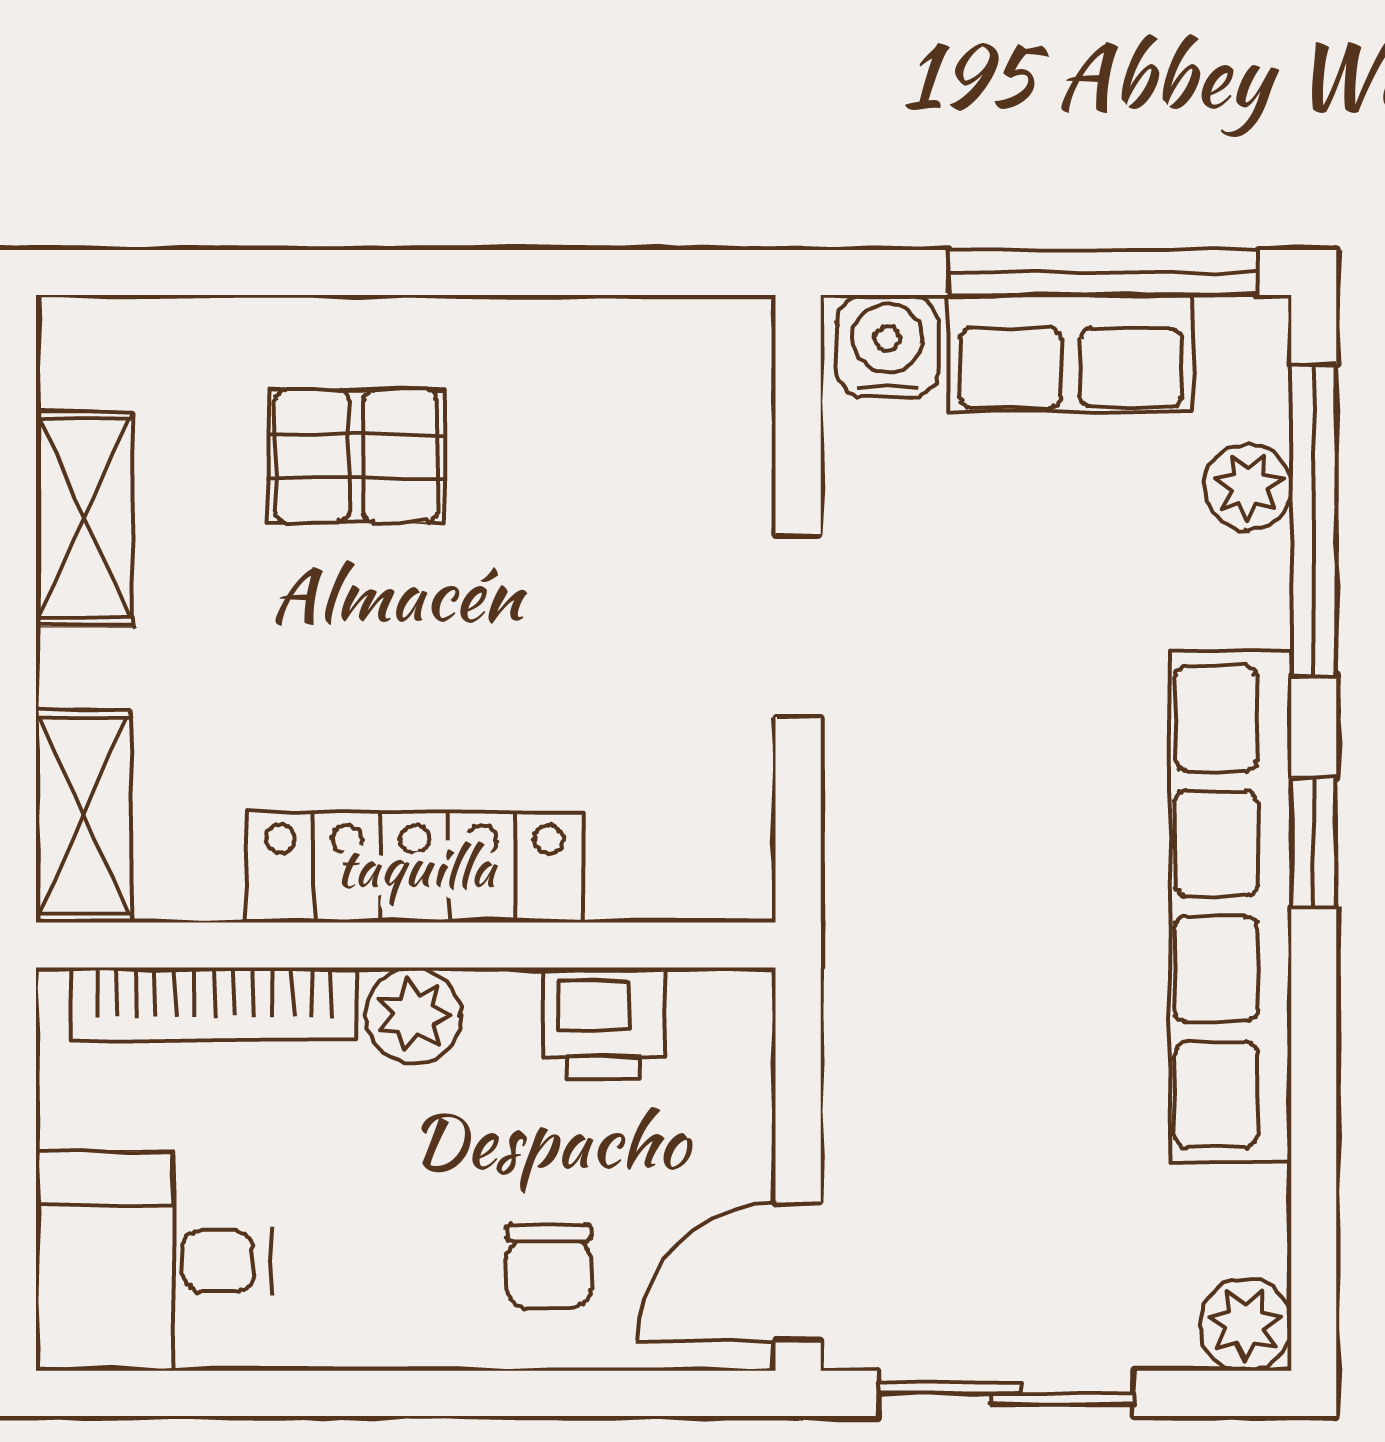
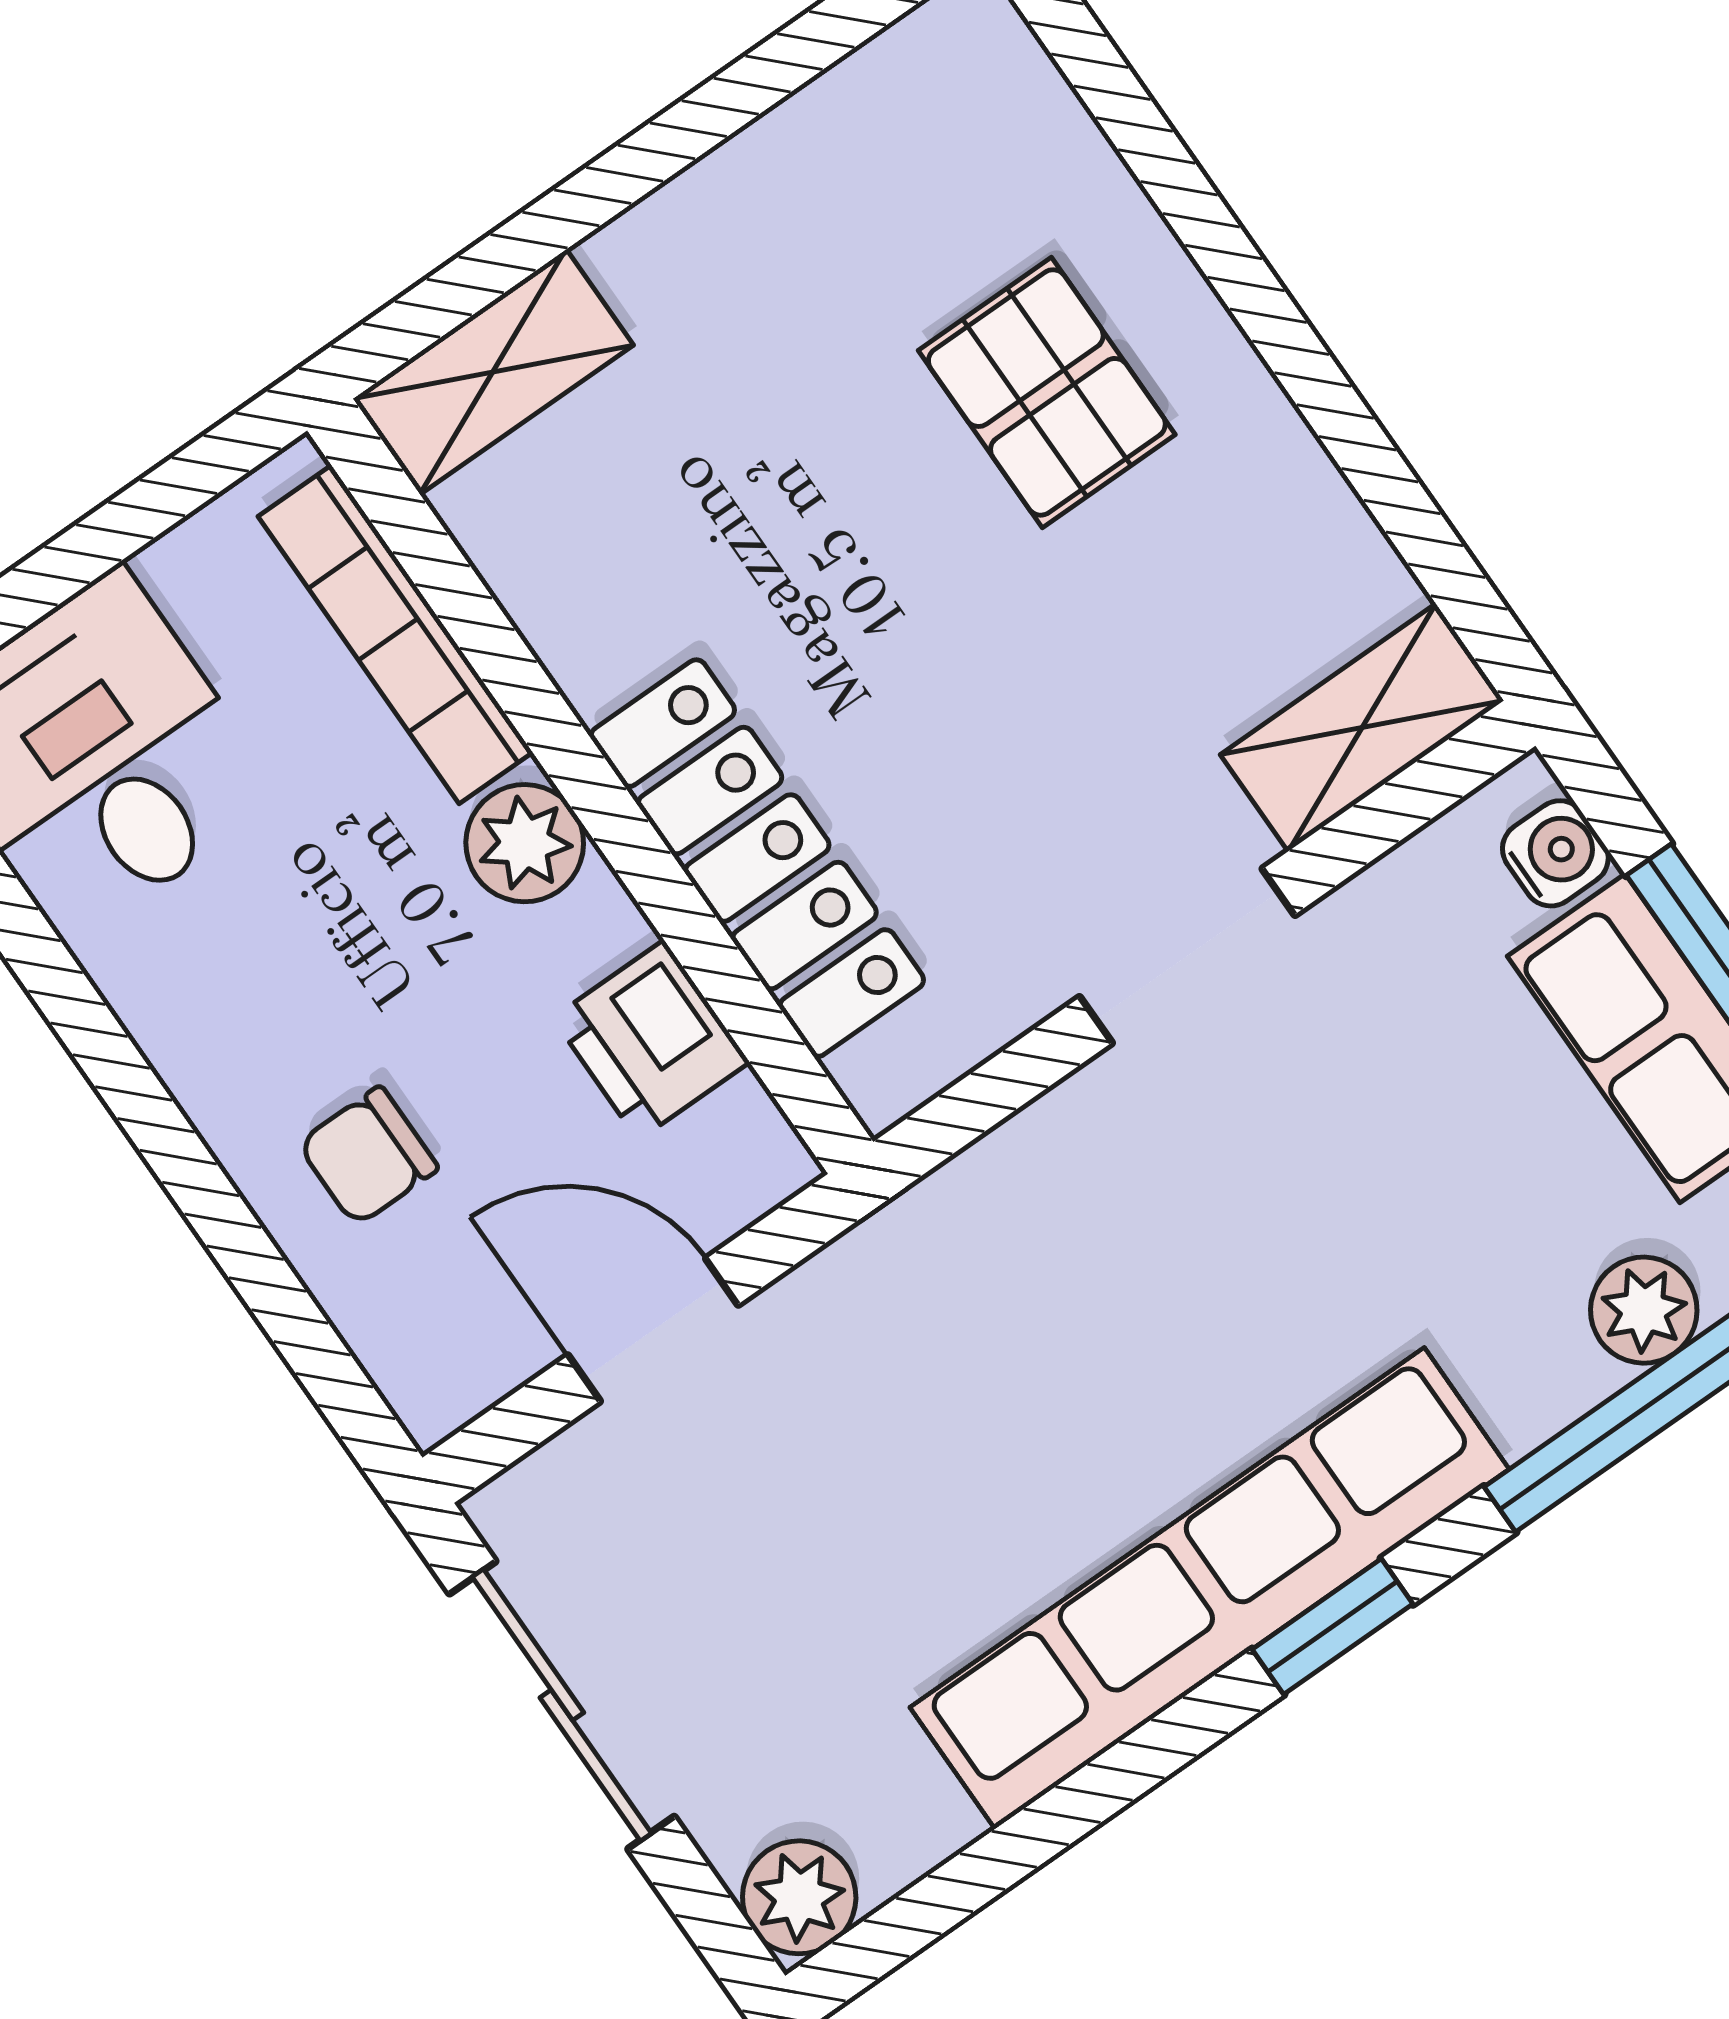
water cooler: (887, 346) -> (1555, 853), width x0.72, depth x0.72
shelving: (84, 519) -> (1362, 728), moved
locker: (415, 867) -> (757, 858), moved
door: (798, 1272) -> (653, 1330), moved

